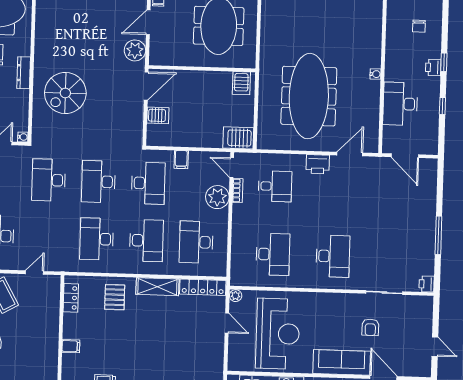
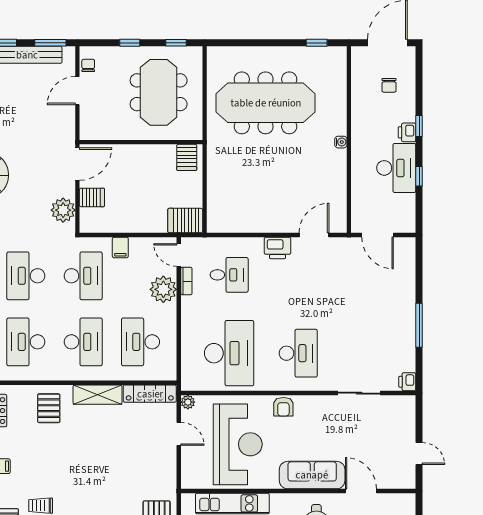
plant: (135, 50) -> (63, 210), moved
meeting table: (309, 96) -> (266, 103), moved, turned 90
desk: (400, 104) -> (396, 168), moved, turned 180
desk: (273, 254) -> (229, 353), width x1.36, depth x1.30
armchair: (370, 327) -> (283, 407), moved

